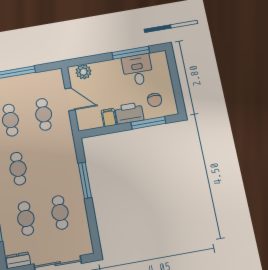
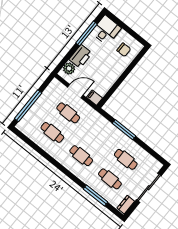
desk: (138, 70) -> (106, 30), moved, turned 90
printer: (129, 113) -> (80, 56), moved, turned 180
filing cabinet: (109, 118) -> (94, 98), moved
window: (148, 123) -> (132, 66), removed

